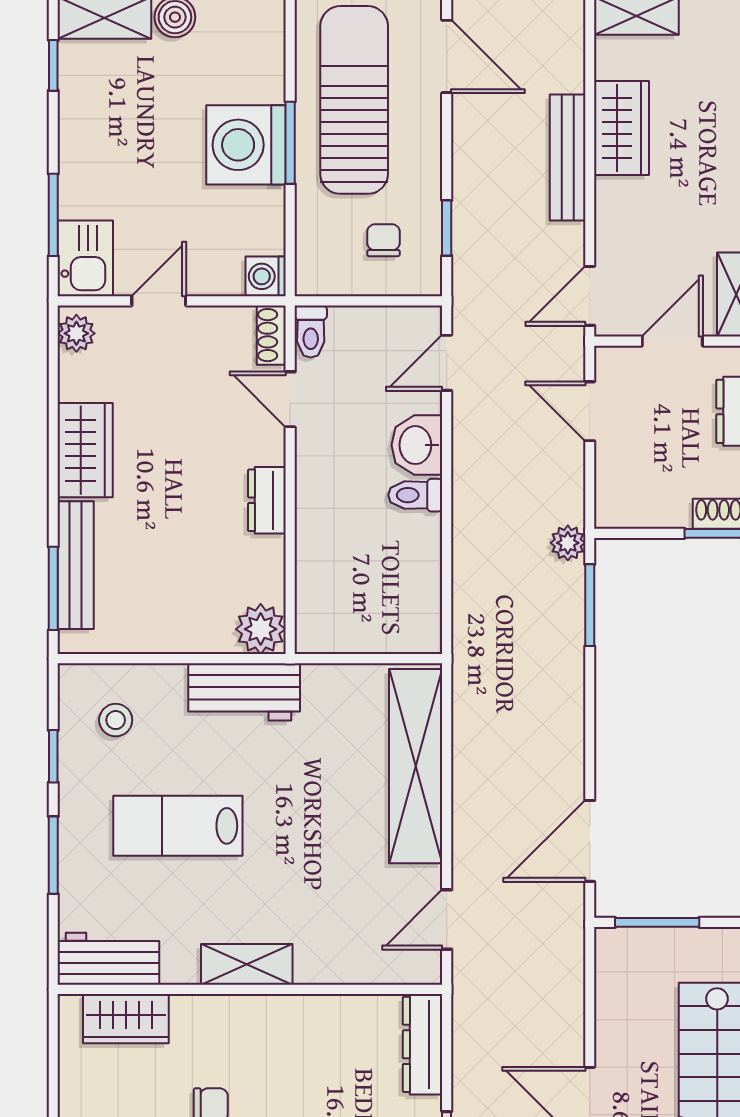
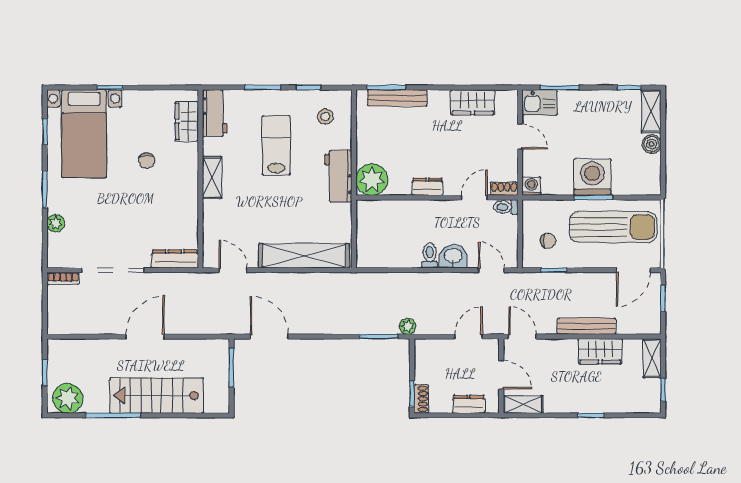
plant: (76, 333) -> (505, 98), removed
wardrobe: (85, 450) -> (473, 102), moved
plant: (261, 629) -> (372, 180), width x1.36, depth x1.36

